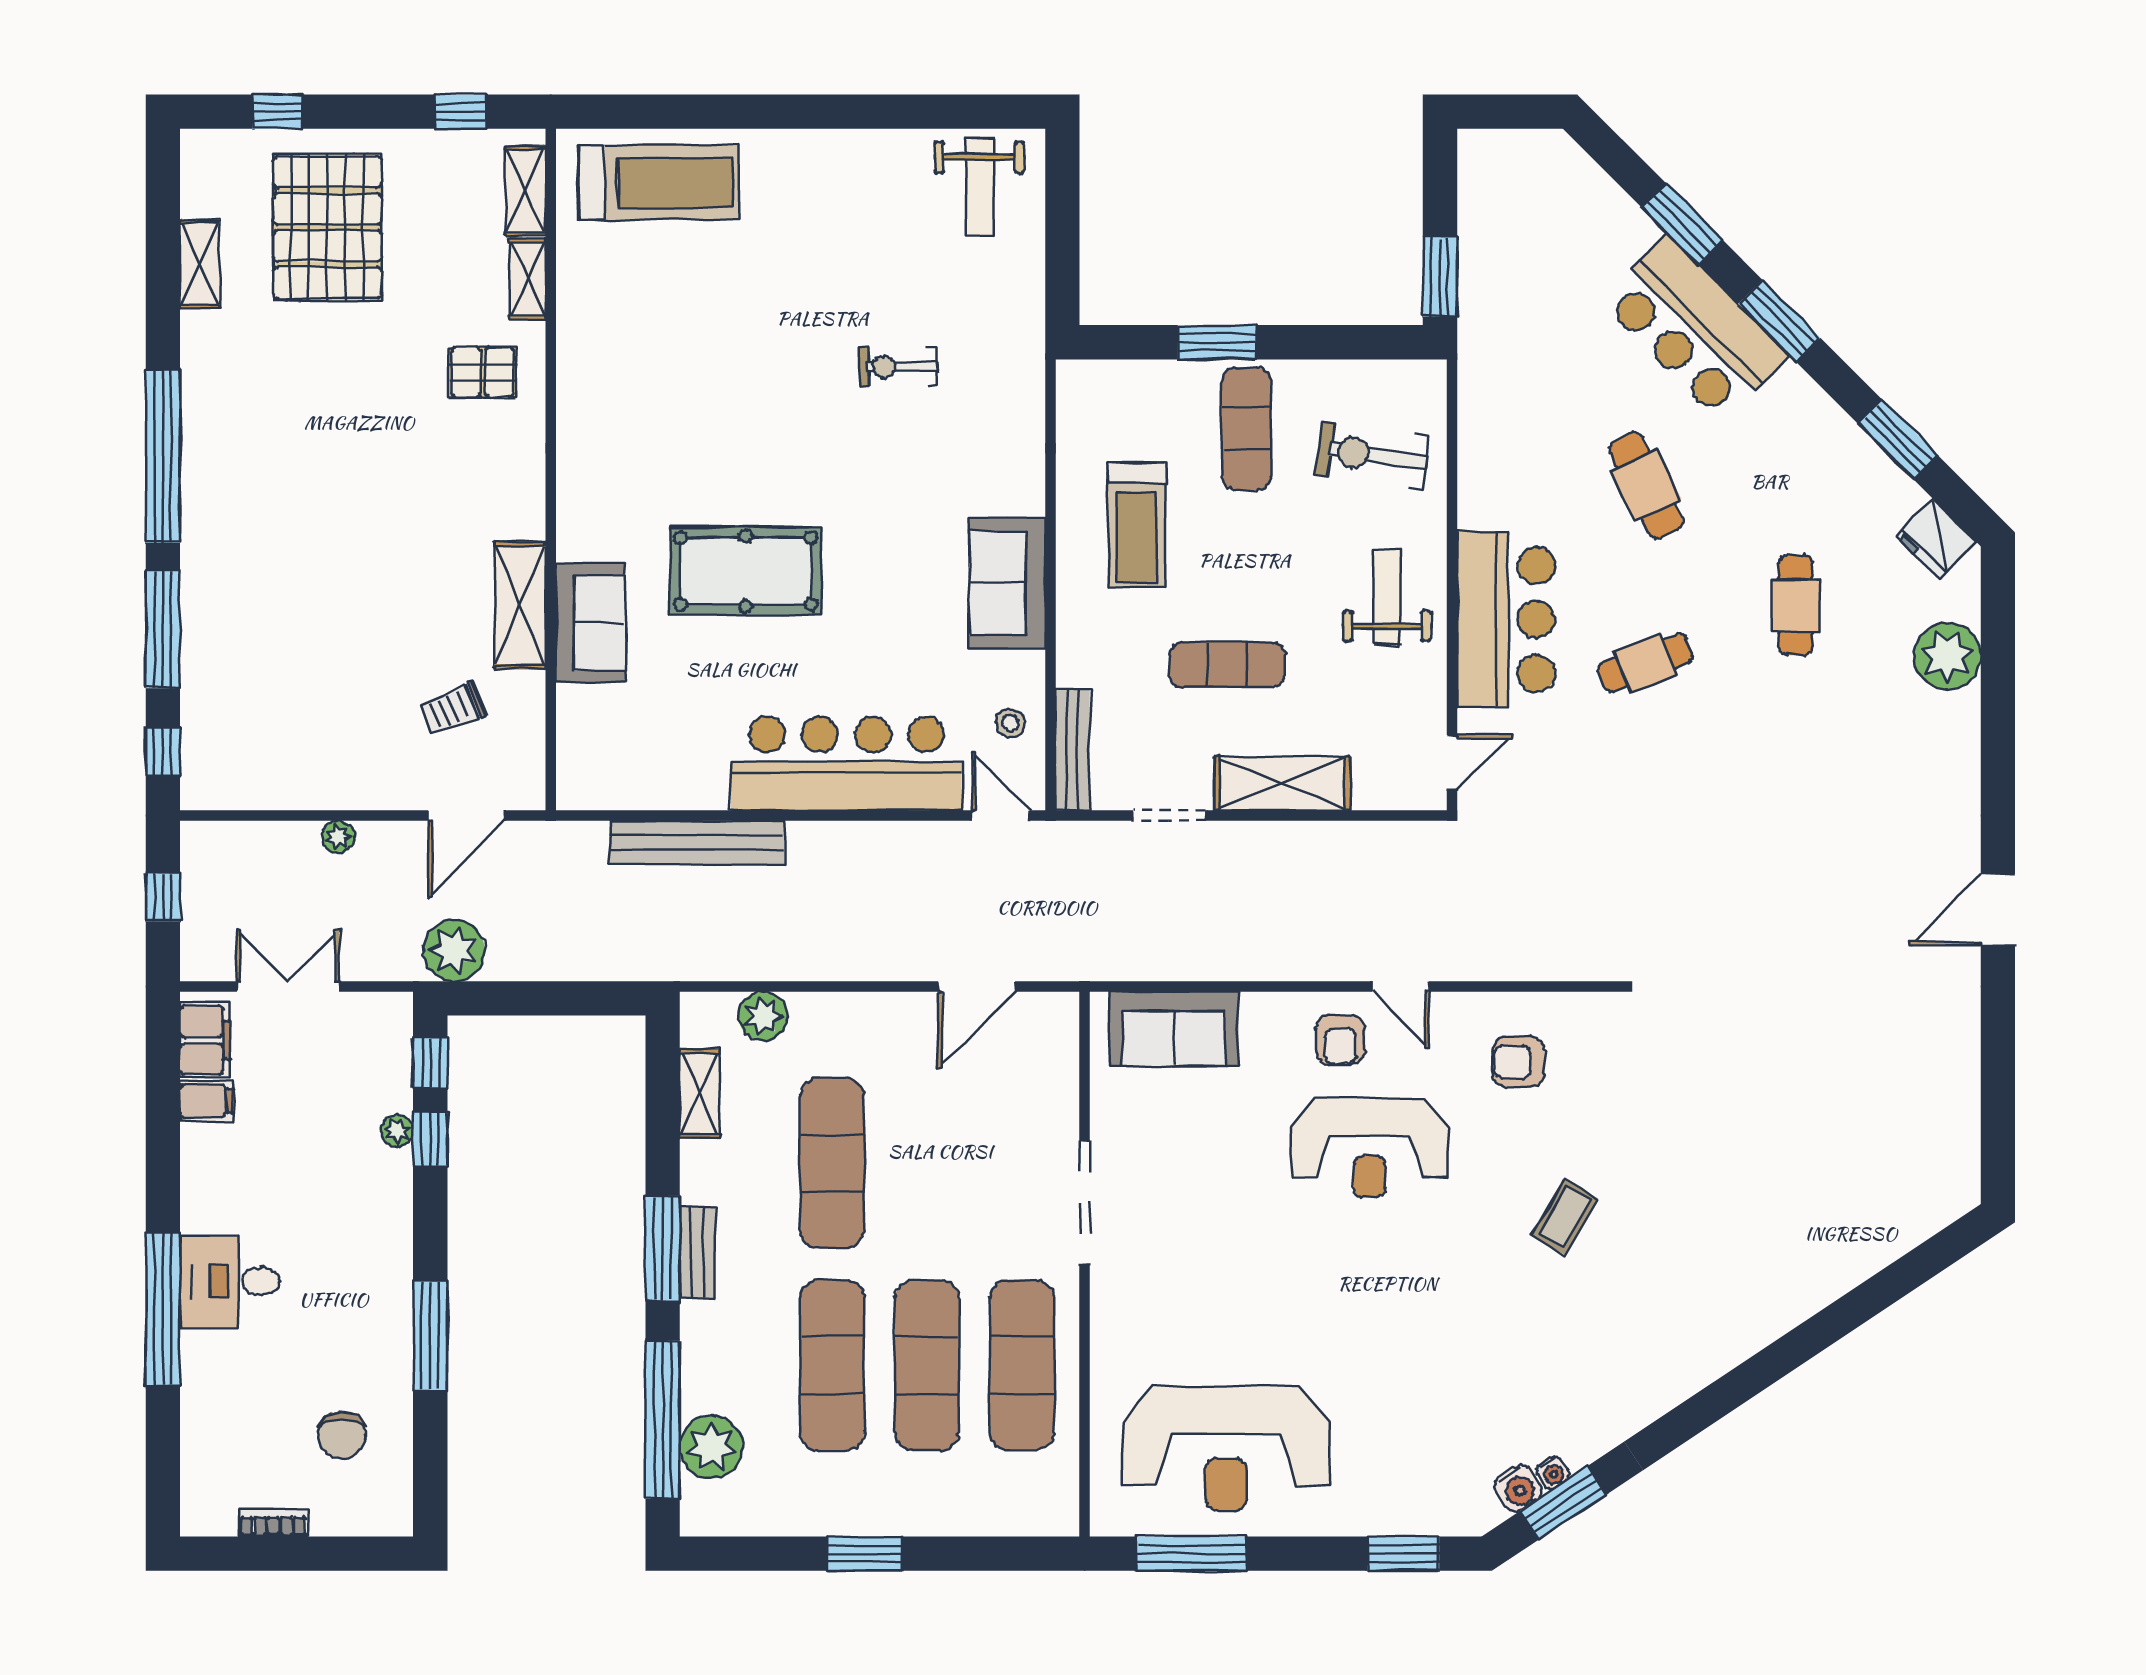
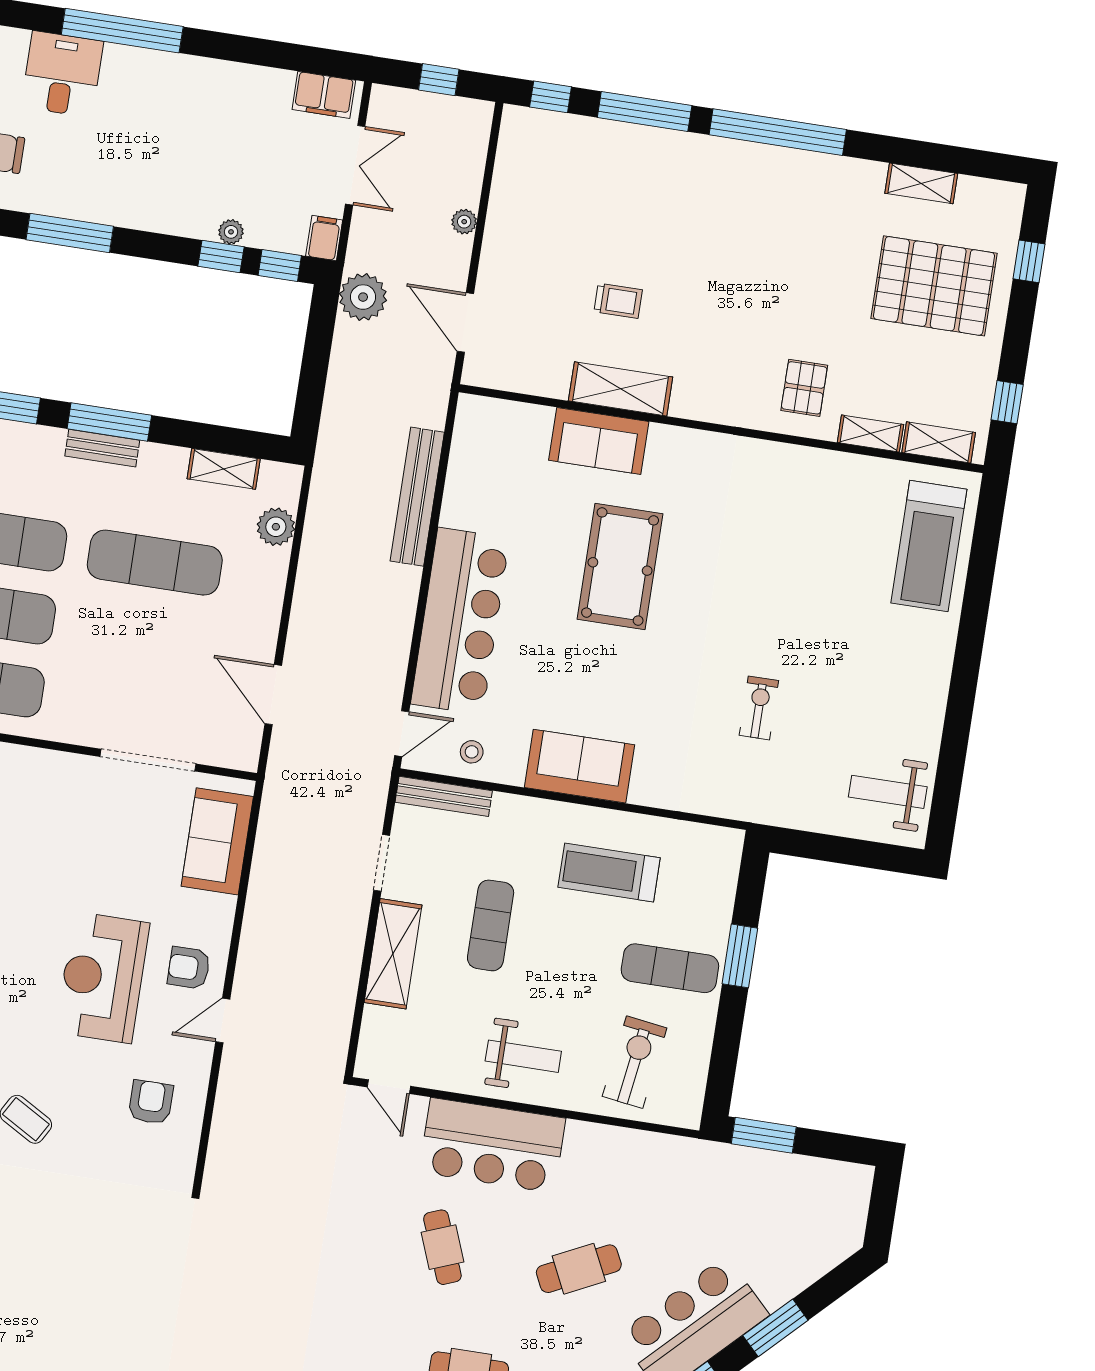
trolley: (453, 709) -> (618, 301), moved, turned 112
filing cabinet: (207, 1101) -> (324, 238), moved, turned 180
doorway: (1085, 1203) -> (148, 760), moved
desk: (230, 1281) -> (62, 74), moved

